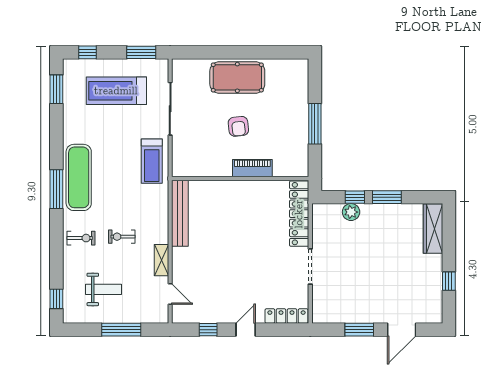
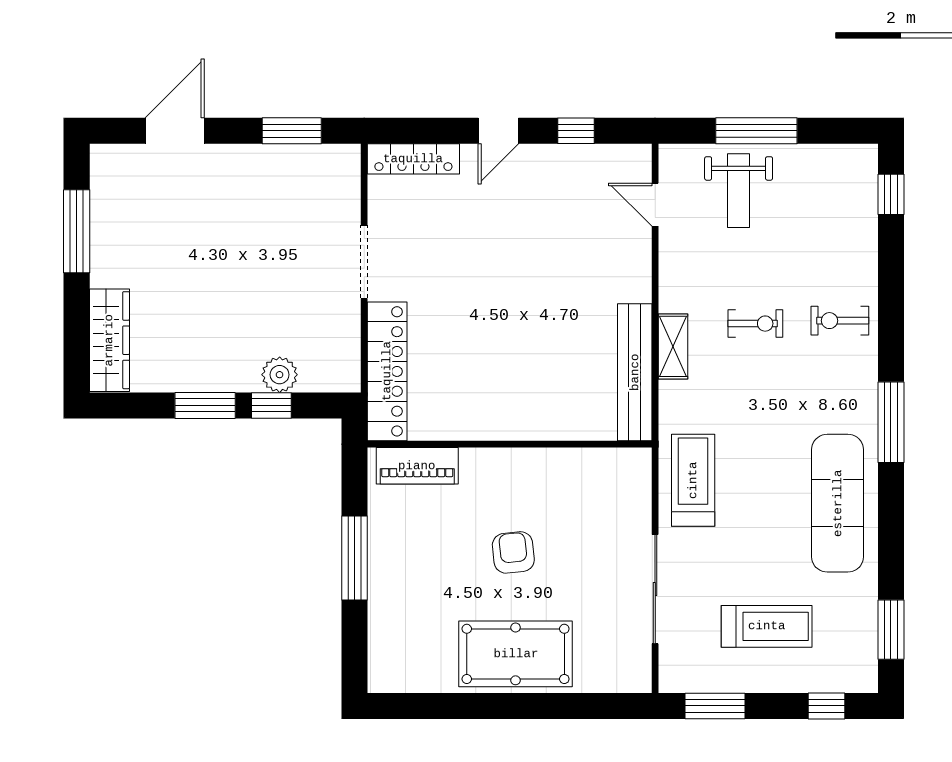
treadmill: (116, 91) -> (767, 626), width x0.73, depth x0.73
piano: (252, 168) -> (417, 466), moved
exercise mat: (79, 177) -> (838, 503), moved
shelving: (161, 260) -> (673, 346), moved
window: (449, 281) -> (77, 231), width x2.17
weight bench: (103, 289) -> (739, 191), moved, turned -90
window: (359, 330) -> (292, 131), moved

